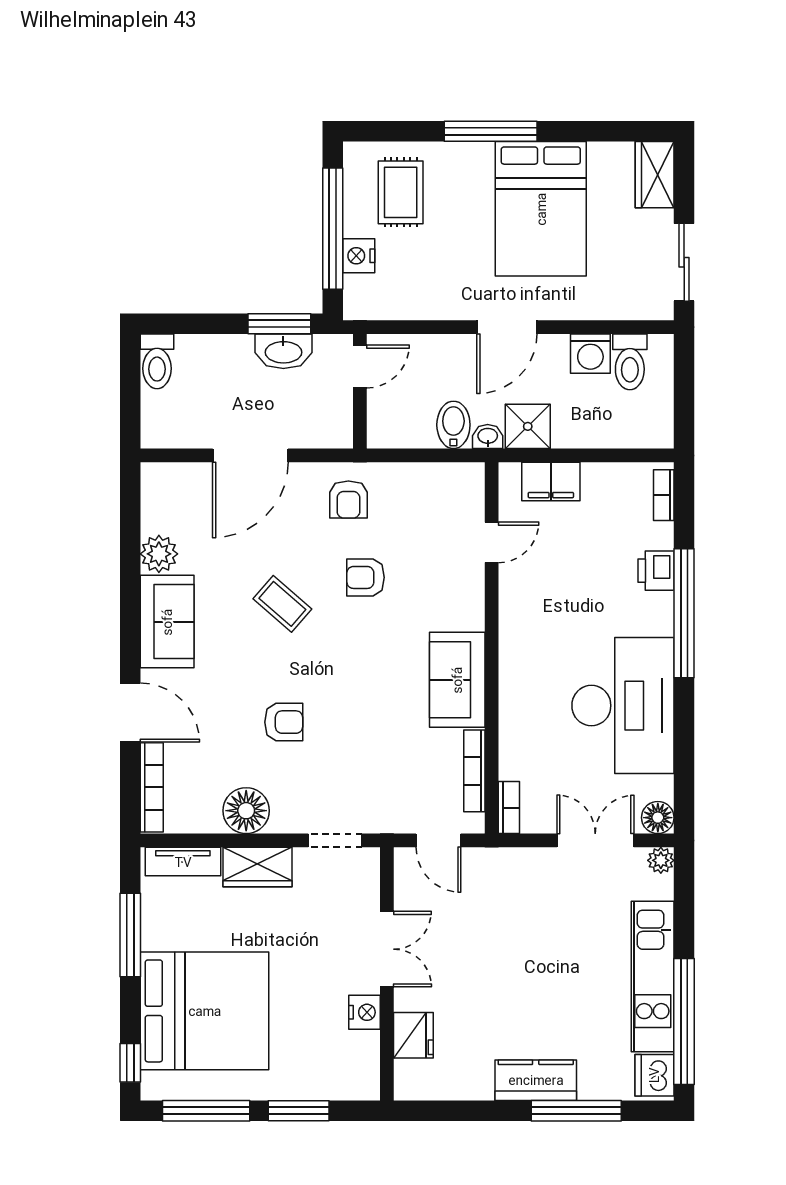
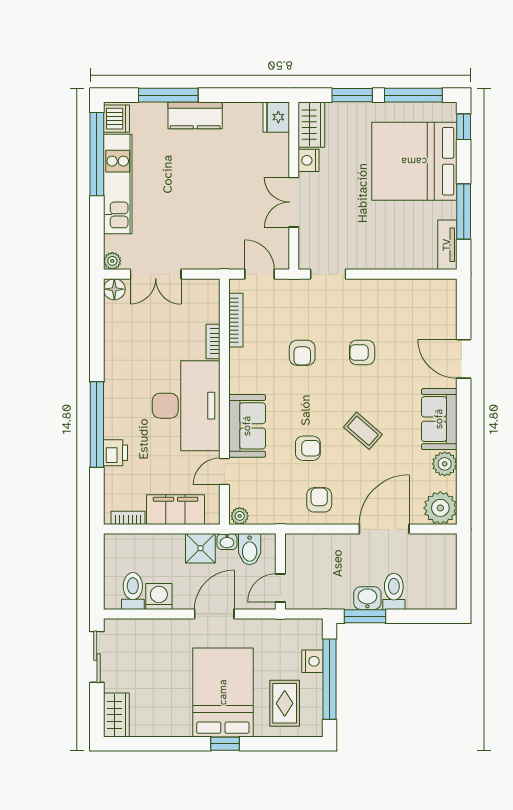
window: (491, 131) -> (225, 744), width x0.46
bed: (541, 209) -> (223, 692), moved
washbasin: (283, 351) -> (367, 598), width x0.72
toilet: (157, 361) -> (394, 591), moved
door: (360, 366) -> (280, 588), moved
wall: (360, 391) -> (280, 572), moved
plant: (468, 475) -> (240, 516), added
filing cabinet: (551, 482) -> (176, 510), width x1.50, depth x1.17
plant: (165, 487) -> (440, 508), added
bookcase: (664, 495) -> (128, 518), moved, turned -90
sofa: (457, 680) -> (247, 426), moved
desk: (623, 706) -> (186, 406), moved, turned 180
armchair: (374, 722) -> (302, 353), added
bookcase: (152, 787) -> (449, 309), removed
bookcase: (509, 808) -> (213, 341), moved
floor lamp: (246, 811) -> (387, 294), removed
tv unit: (183, 862) -> (447, 245), moved, turned -90
wardrobe: (258, 867) -> (311, 125), moved, turned 90
fridge: (413, 1035) -> (276, 117), moved

